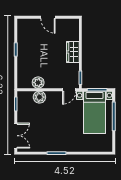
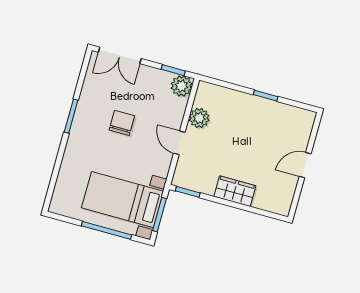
door: (69, 90) -> (179, 143), moved
plant: (39, 97) -> (181, 86), moved
chair: (53, 124) -> (122, 123), added

